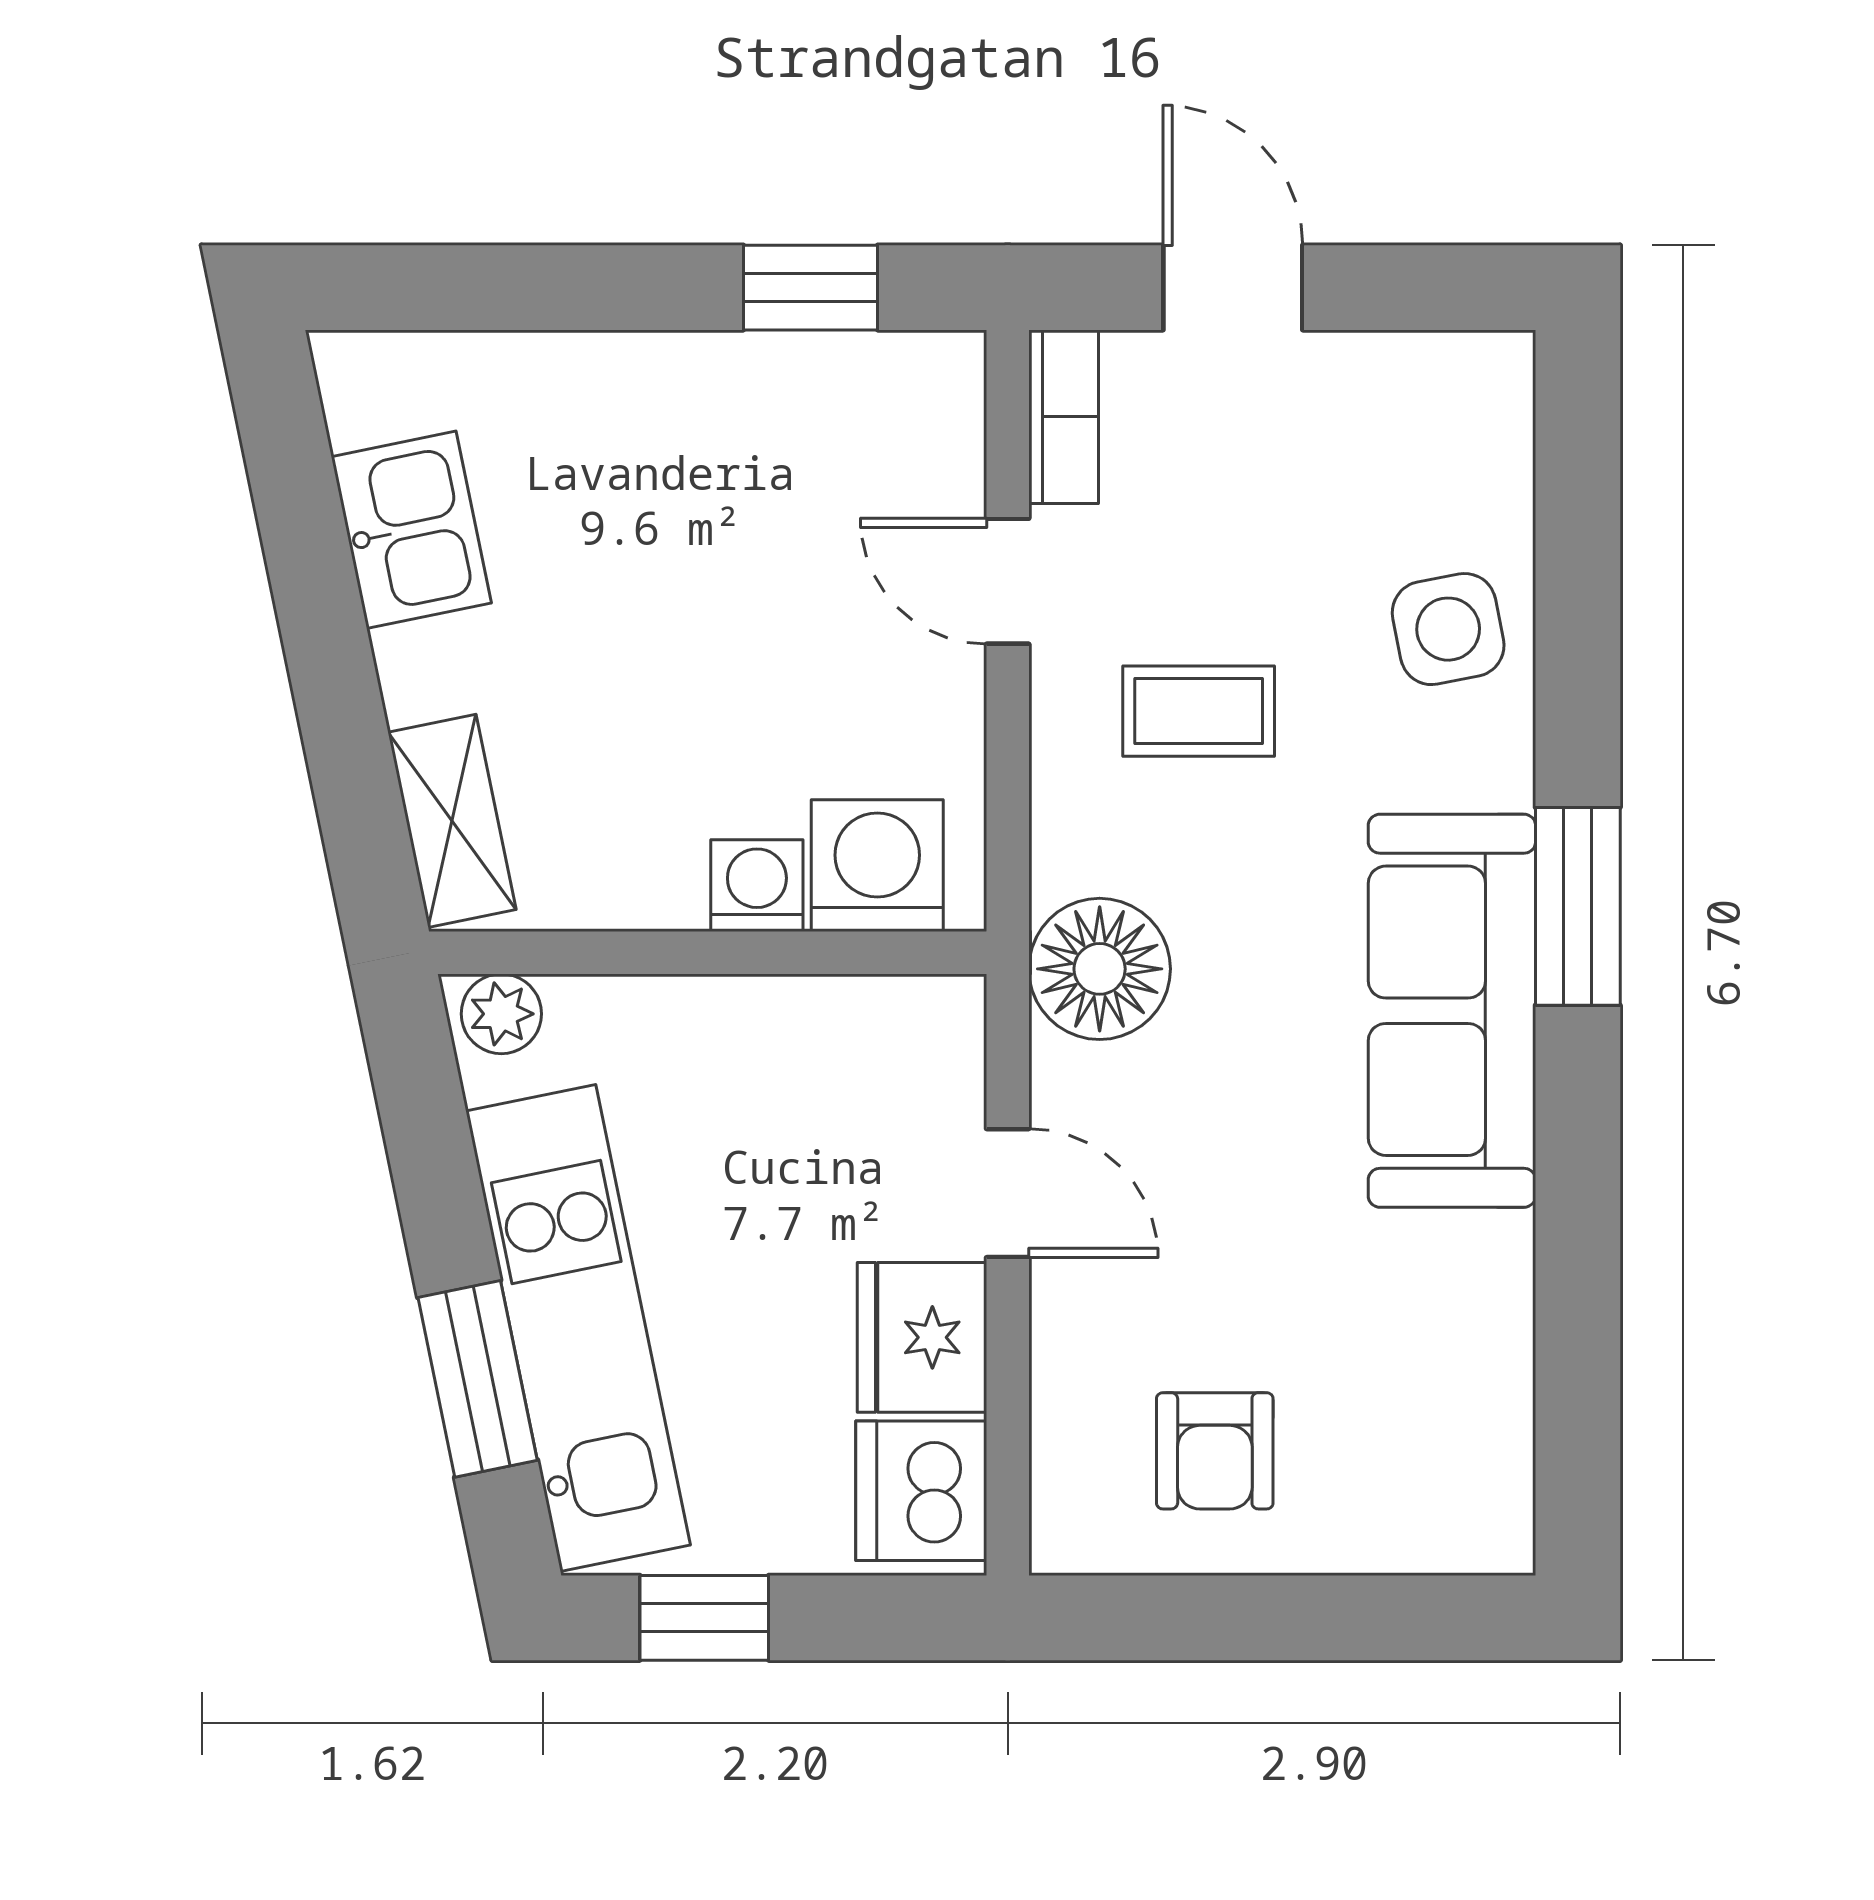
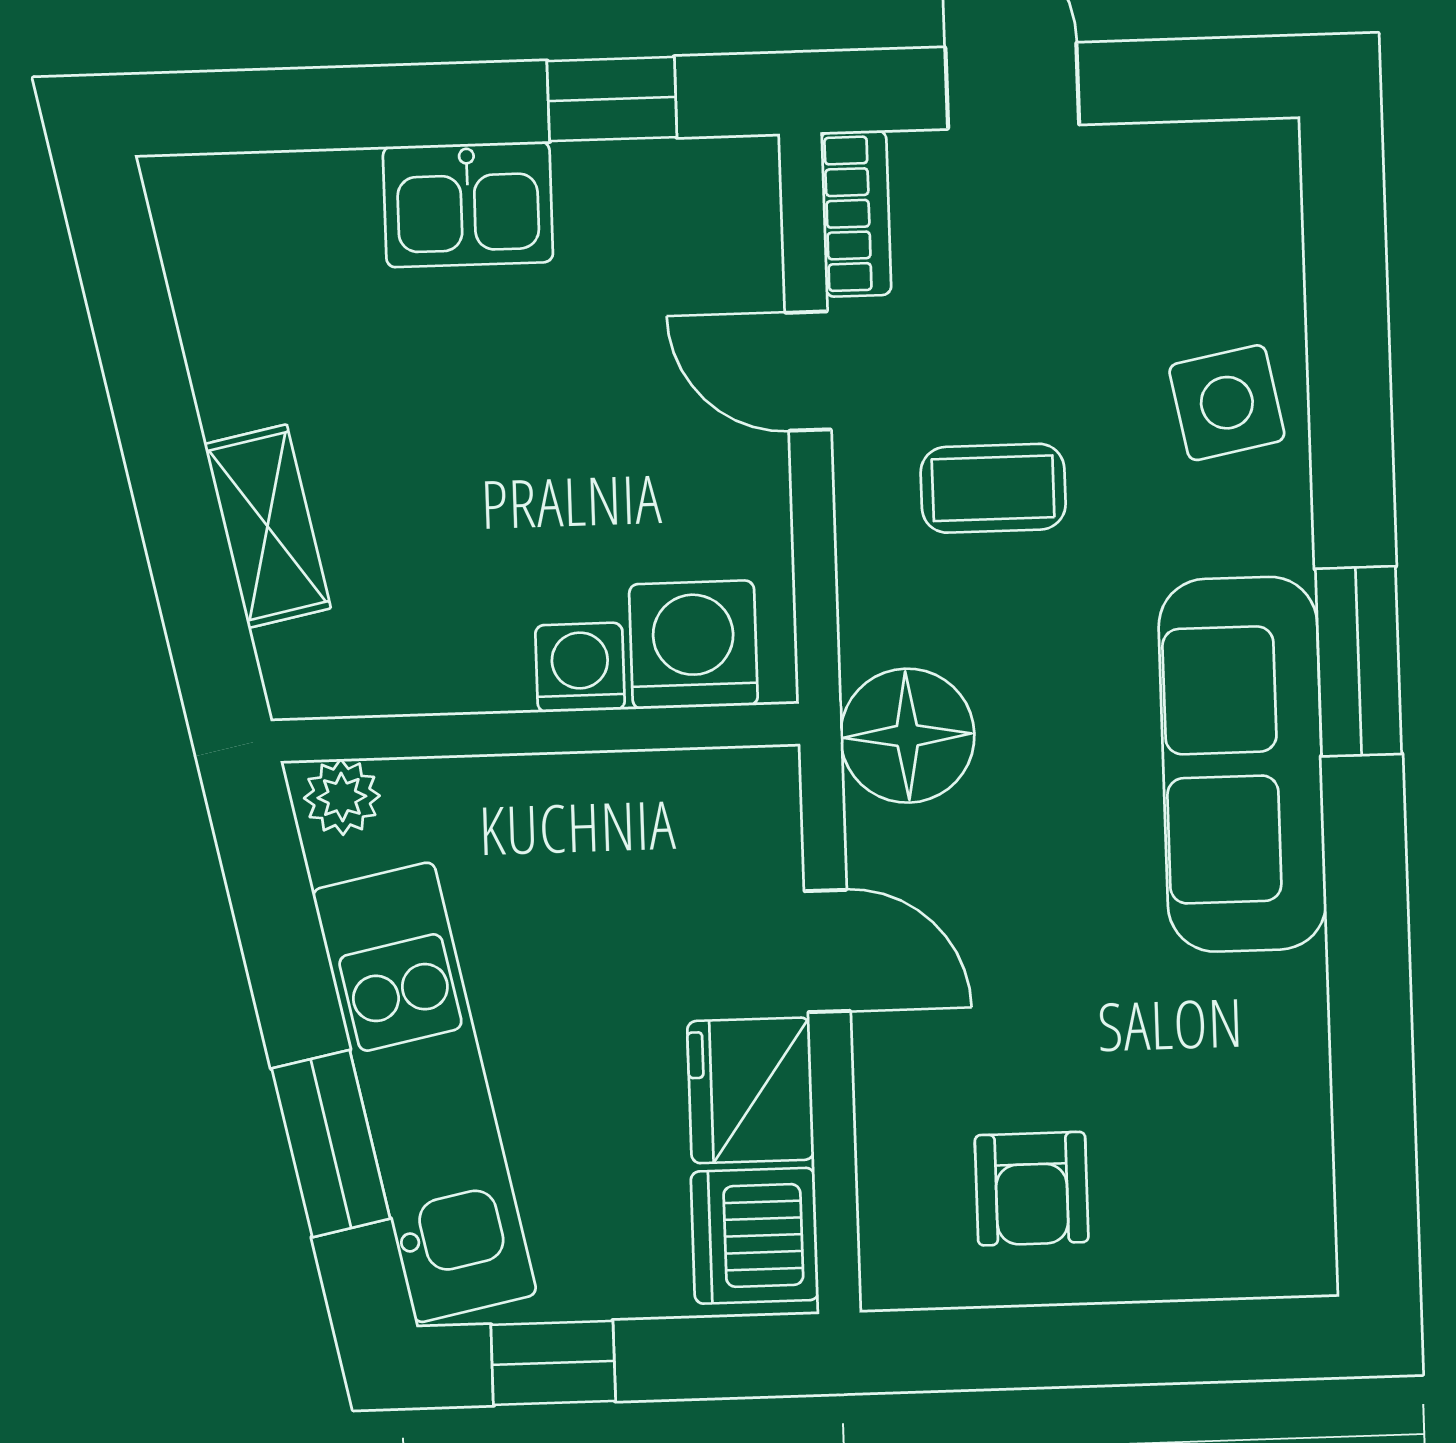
kitchen sink: (411, 530) -> (468, 204), moved, turned 102
shelving: (452, 821) -> (267, 526), moved

